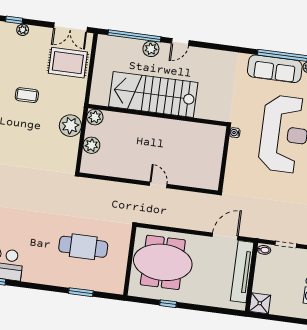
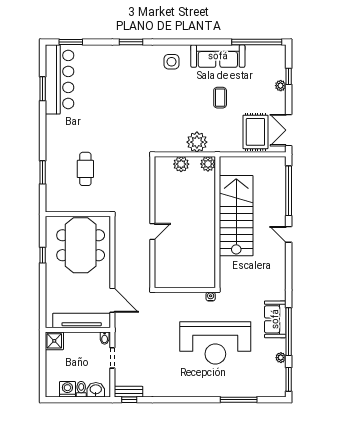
plant: (151, 49) -> (279, 208), removed
sofa: (275, 69) -> (275, 319), width x0.73
cafe table: (83, 247) -> (85, 169), width x0.73, depth x0.74

